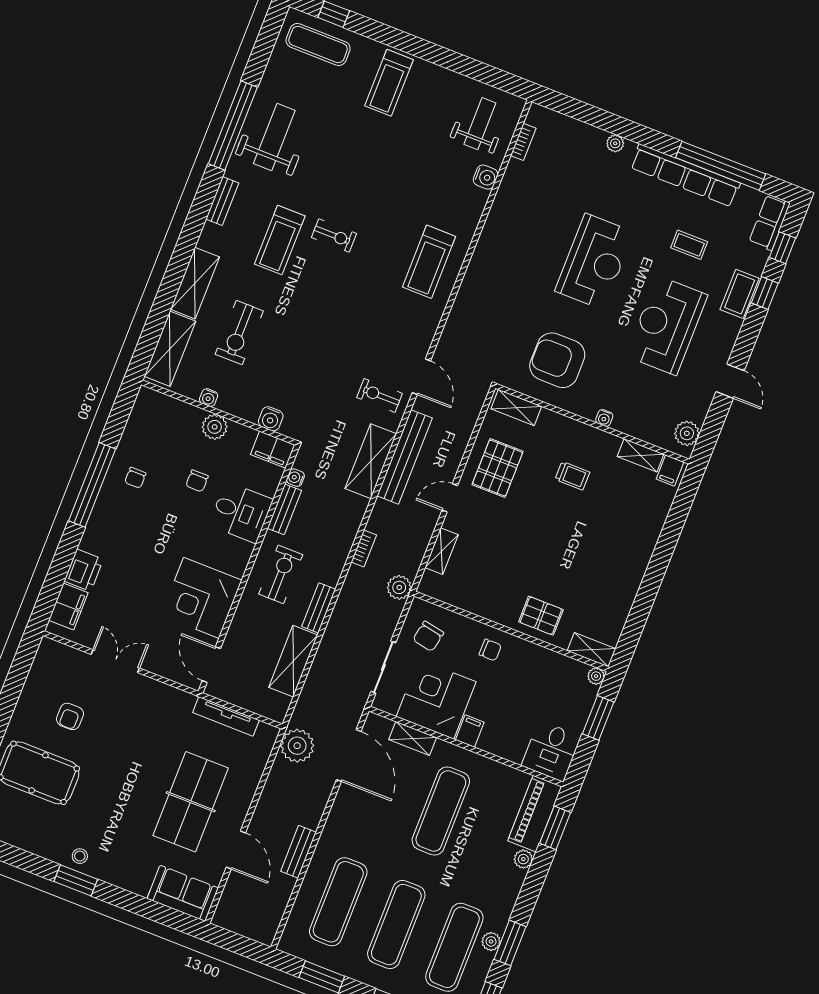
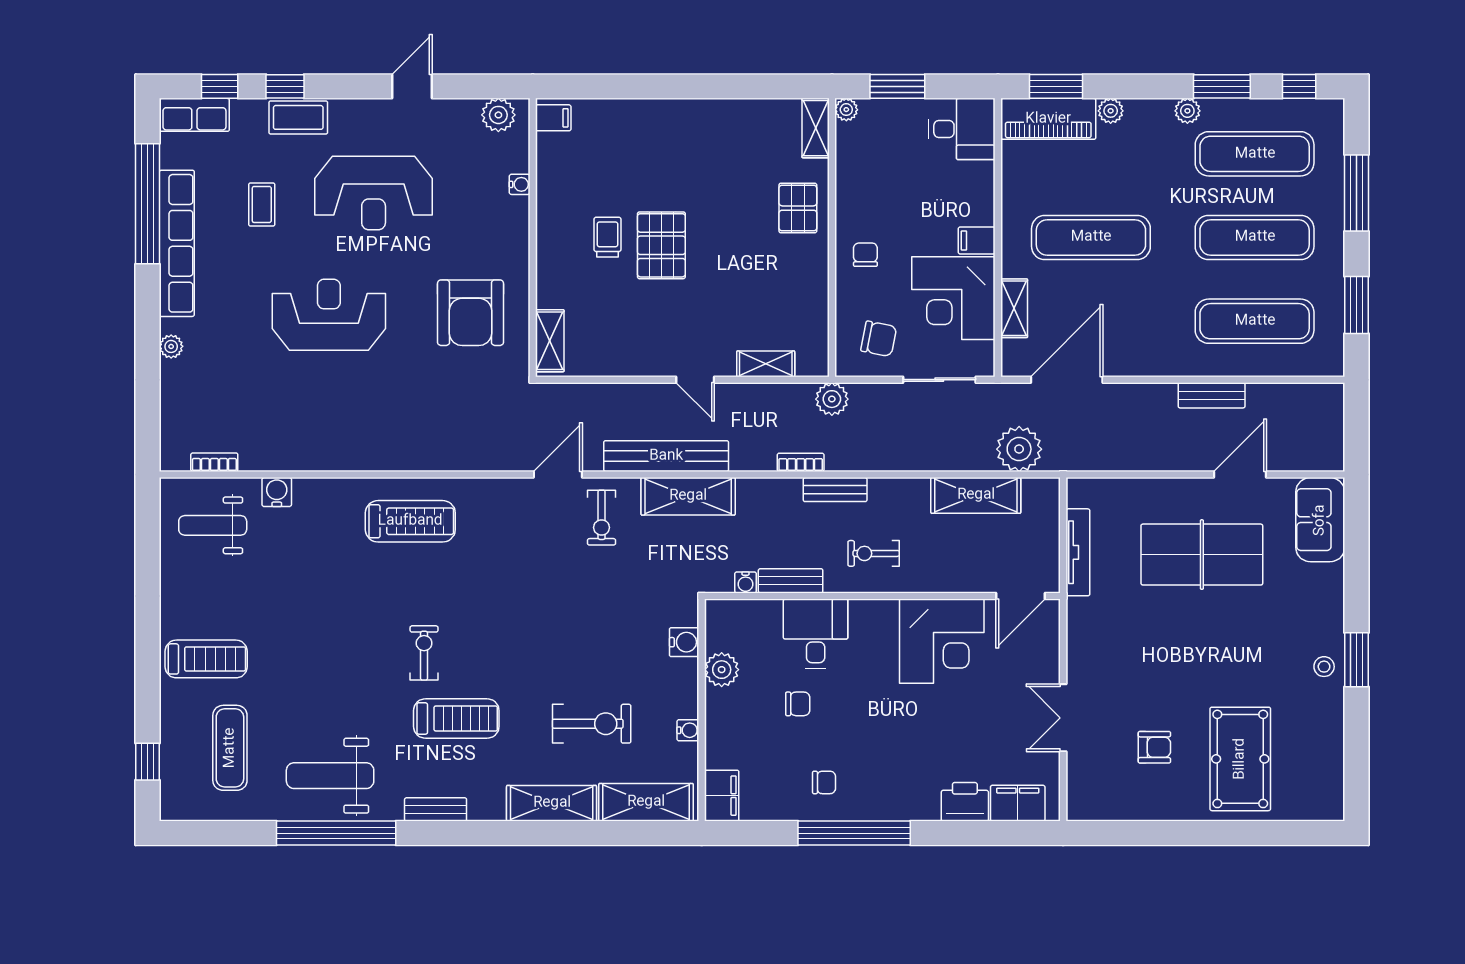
exercise mat: (318, 44) -> (230, 748), moved
water cooler: (604, 418) -> (520, 184), moved
plant: (215, 427) -> (722, 670), moved
filing cabinet: (273, 450) -> (722, 796), moved
shelving: (641, 455) -> (549, 162), removed
pallet: (498, 468) -> (661, 245), moved, turned 90
exercise bike: (281, 574) -> (874, 553), width x0.73, depth x0.72
bench: (319, 608) -> (835, 490), moved
plant: (297, 746) -> (1019, 449), moved
plant: (491, 941) -> (1187, 111), moved

